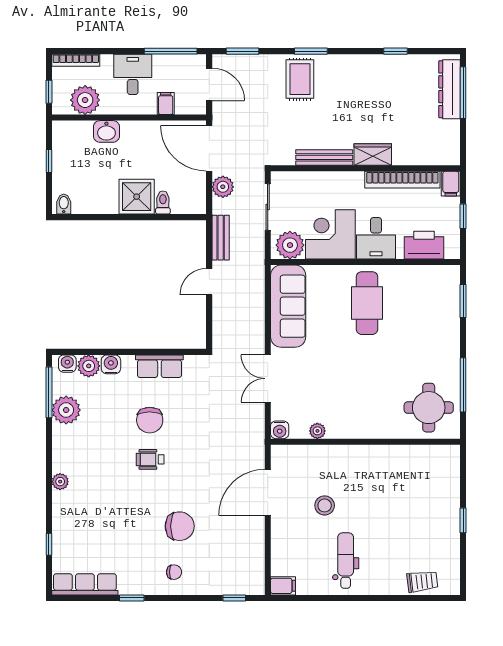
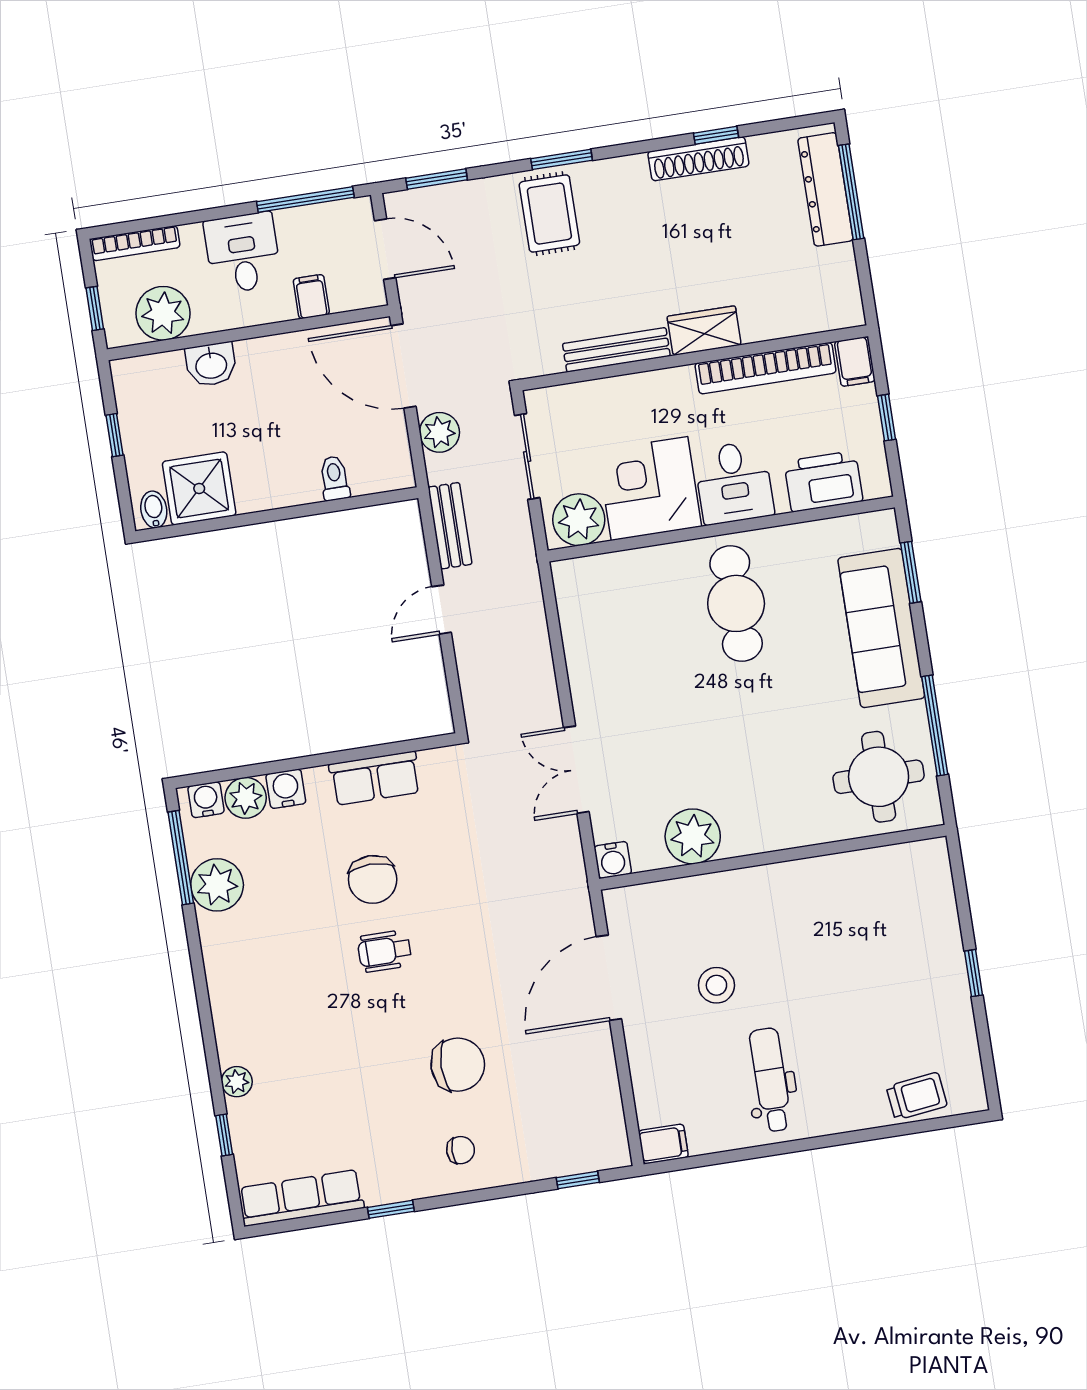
shoe rack: (384, 62) -> (698, 159), added
shower: (137, 197) -> (199, 488), moved
sofa: (288, 306) -> (881, 628), moved, turned 180
plant: (317, 431) -> (693, 836), width x1.88, depth x1.88
plant: (60, 482) -> (237, 1082), moved

